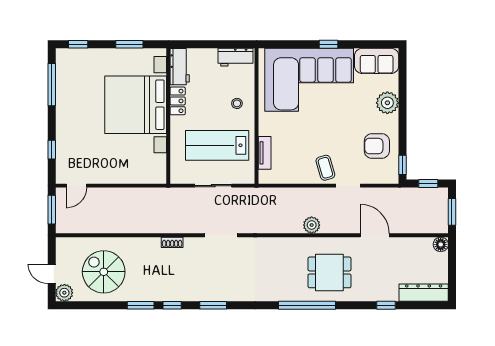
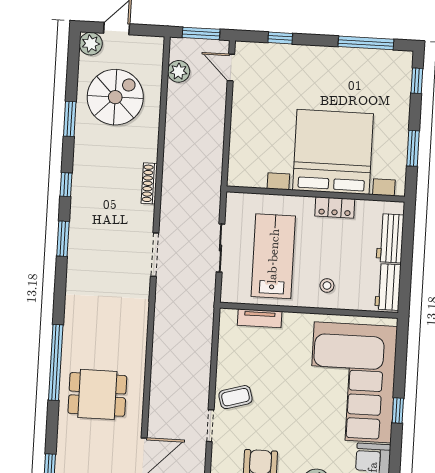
workbench: (180, 67) -> (390, 238), moved, turned 90
plant: (312, 225) -> (179, 71), moved
shoe rack: (172, 242) -> (149, 183), width x1.43
dining table: (329, 272) -> (97, 394), turned 90
window: (141, 305) -> (70, 119), moved

